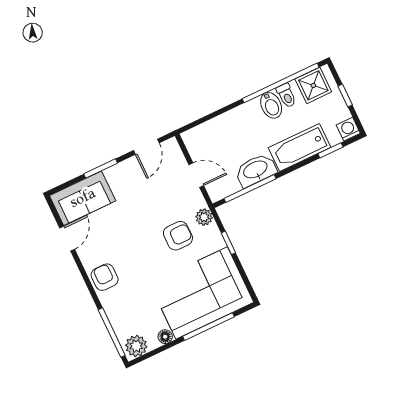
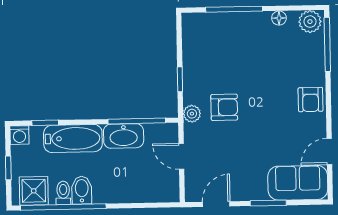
armchair: (178, 236) -> (224, 107), turned 180
corner sofa: (202, 293) -> (226, 44), removed

